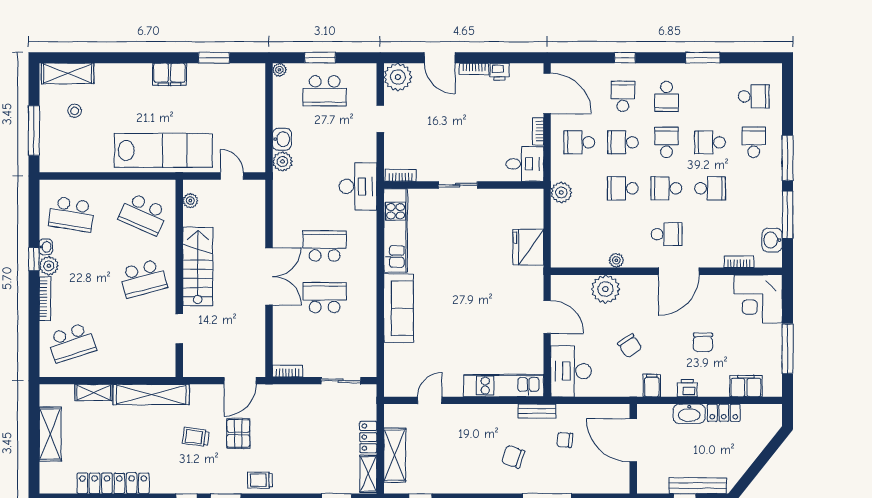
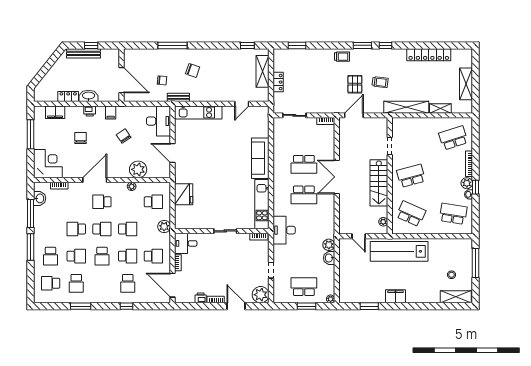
school desk: (666, 96) -> (76, 283), moved, turned 180
school desk: (579, 234) -> (153, 202), added
shelving: (368, 474) -> (278, 60), removed

